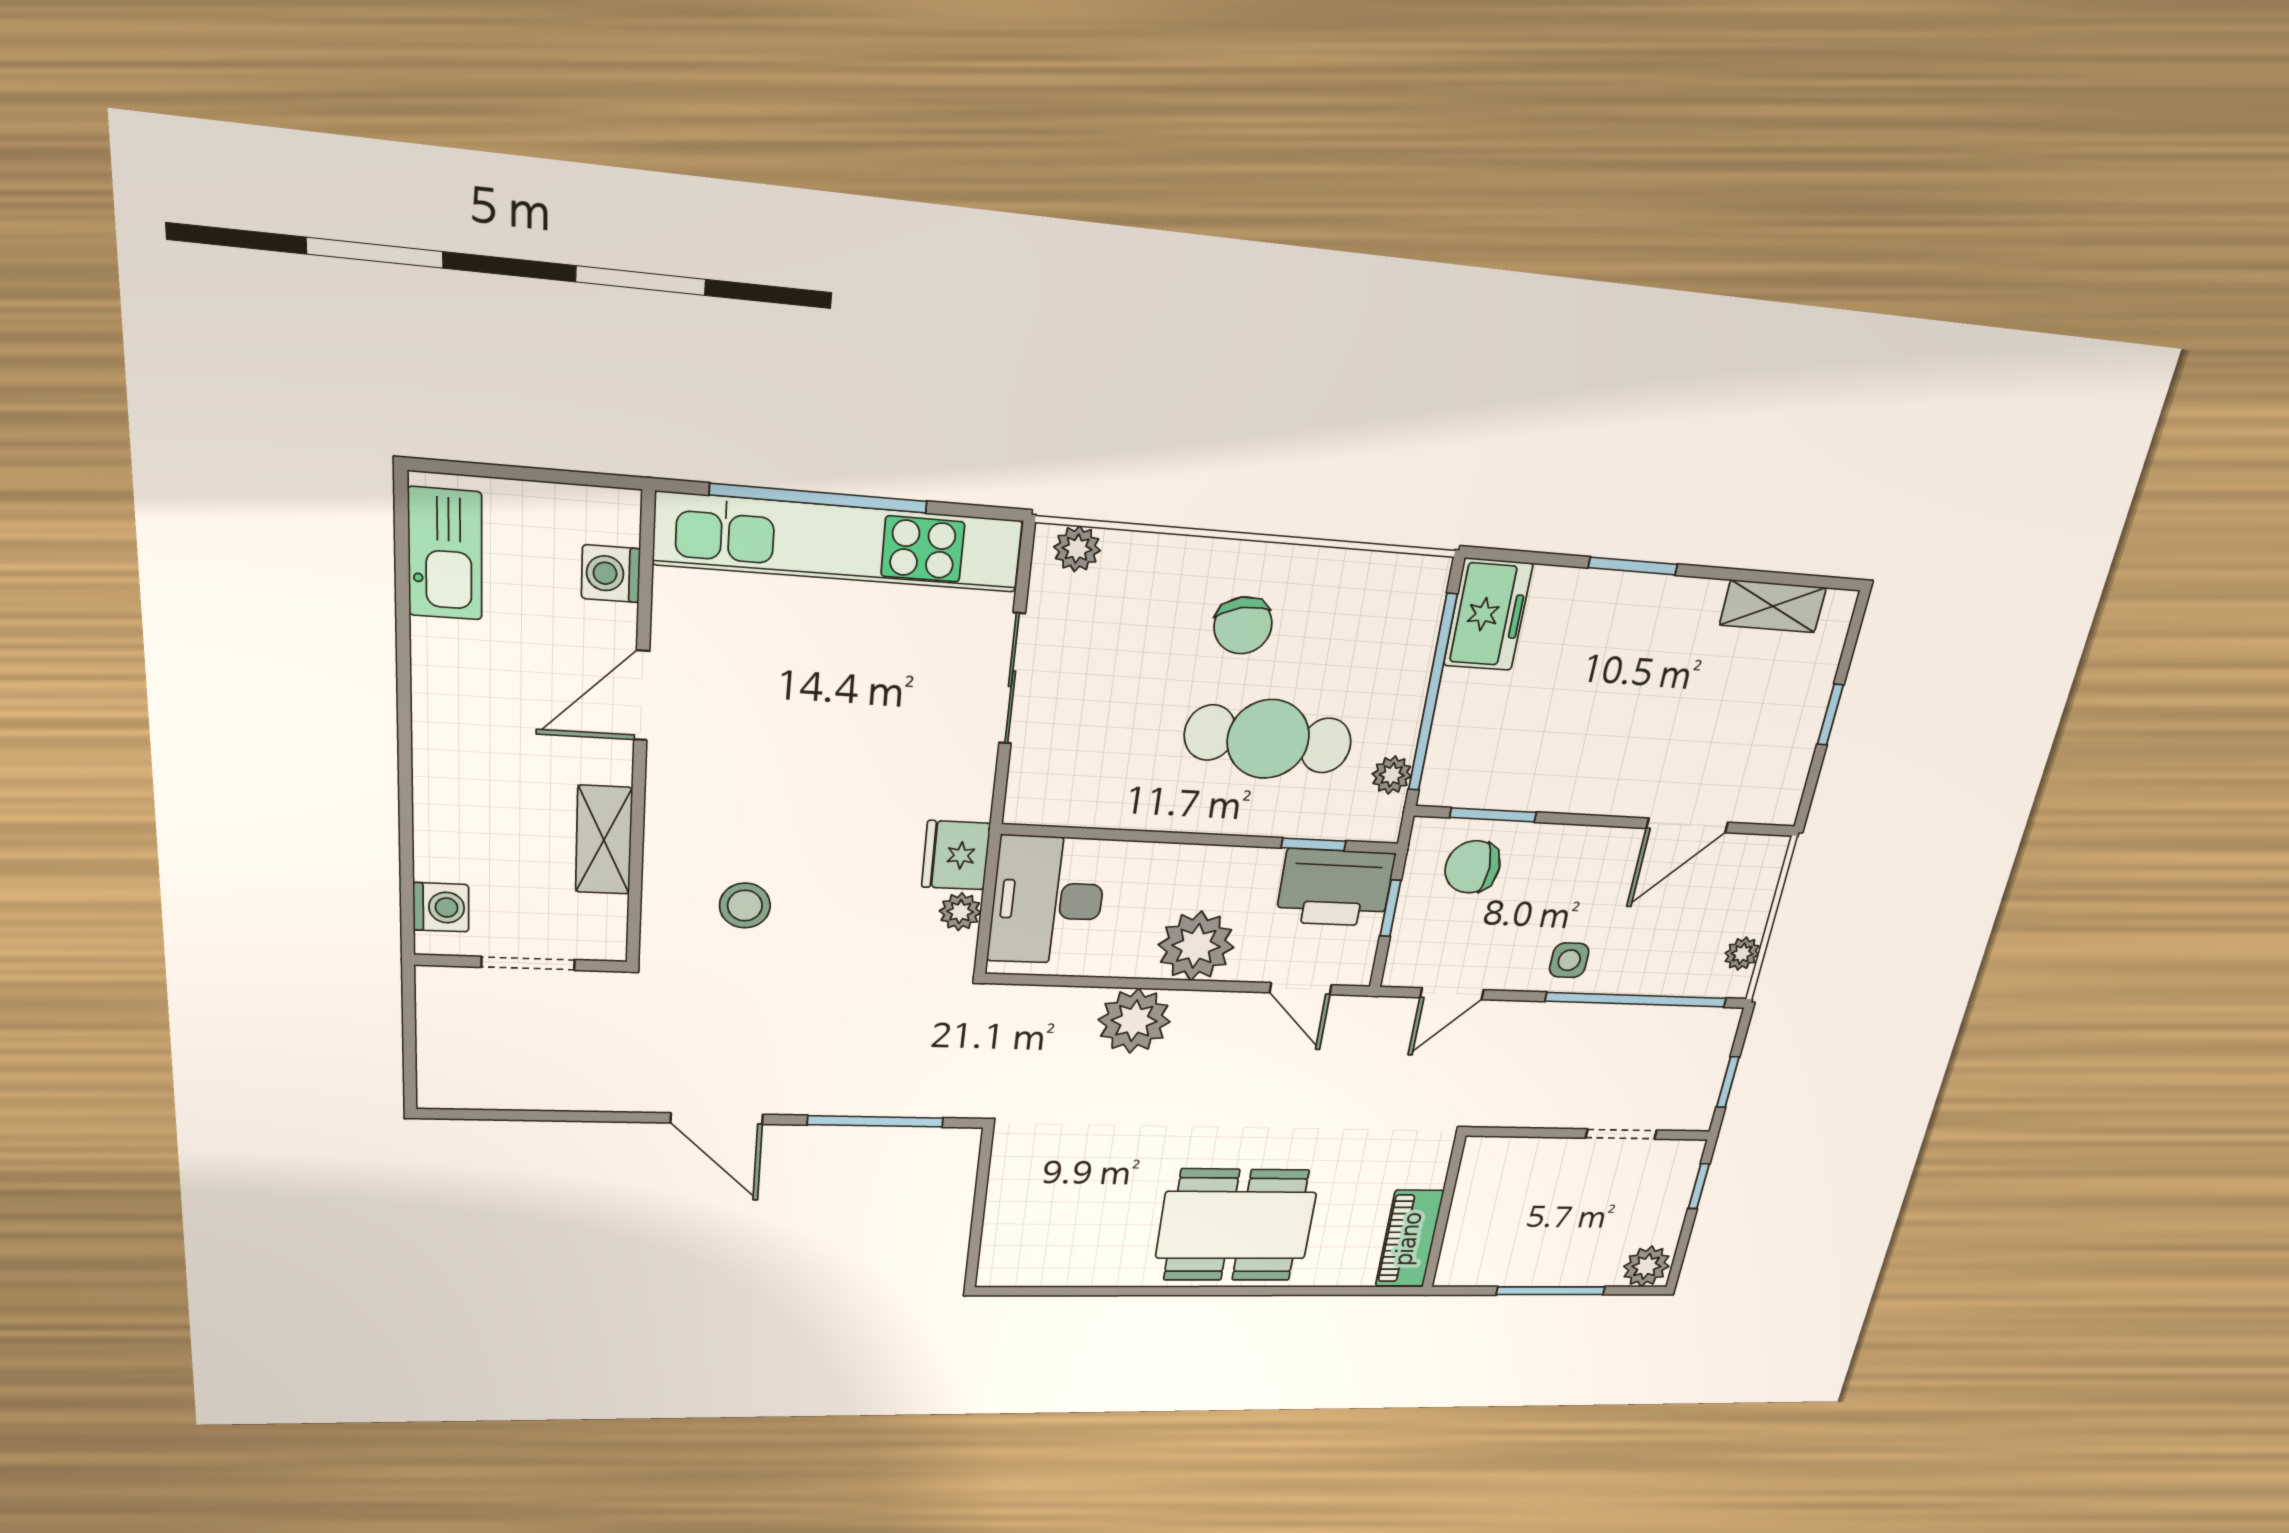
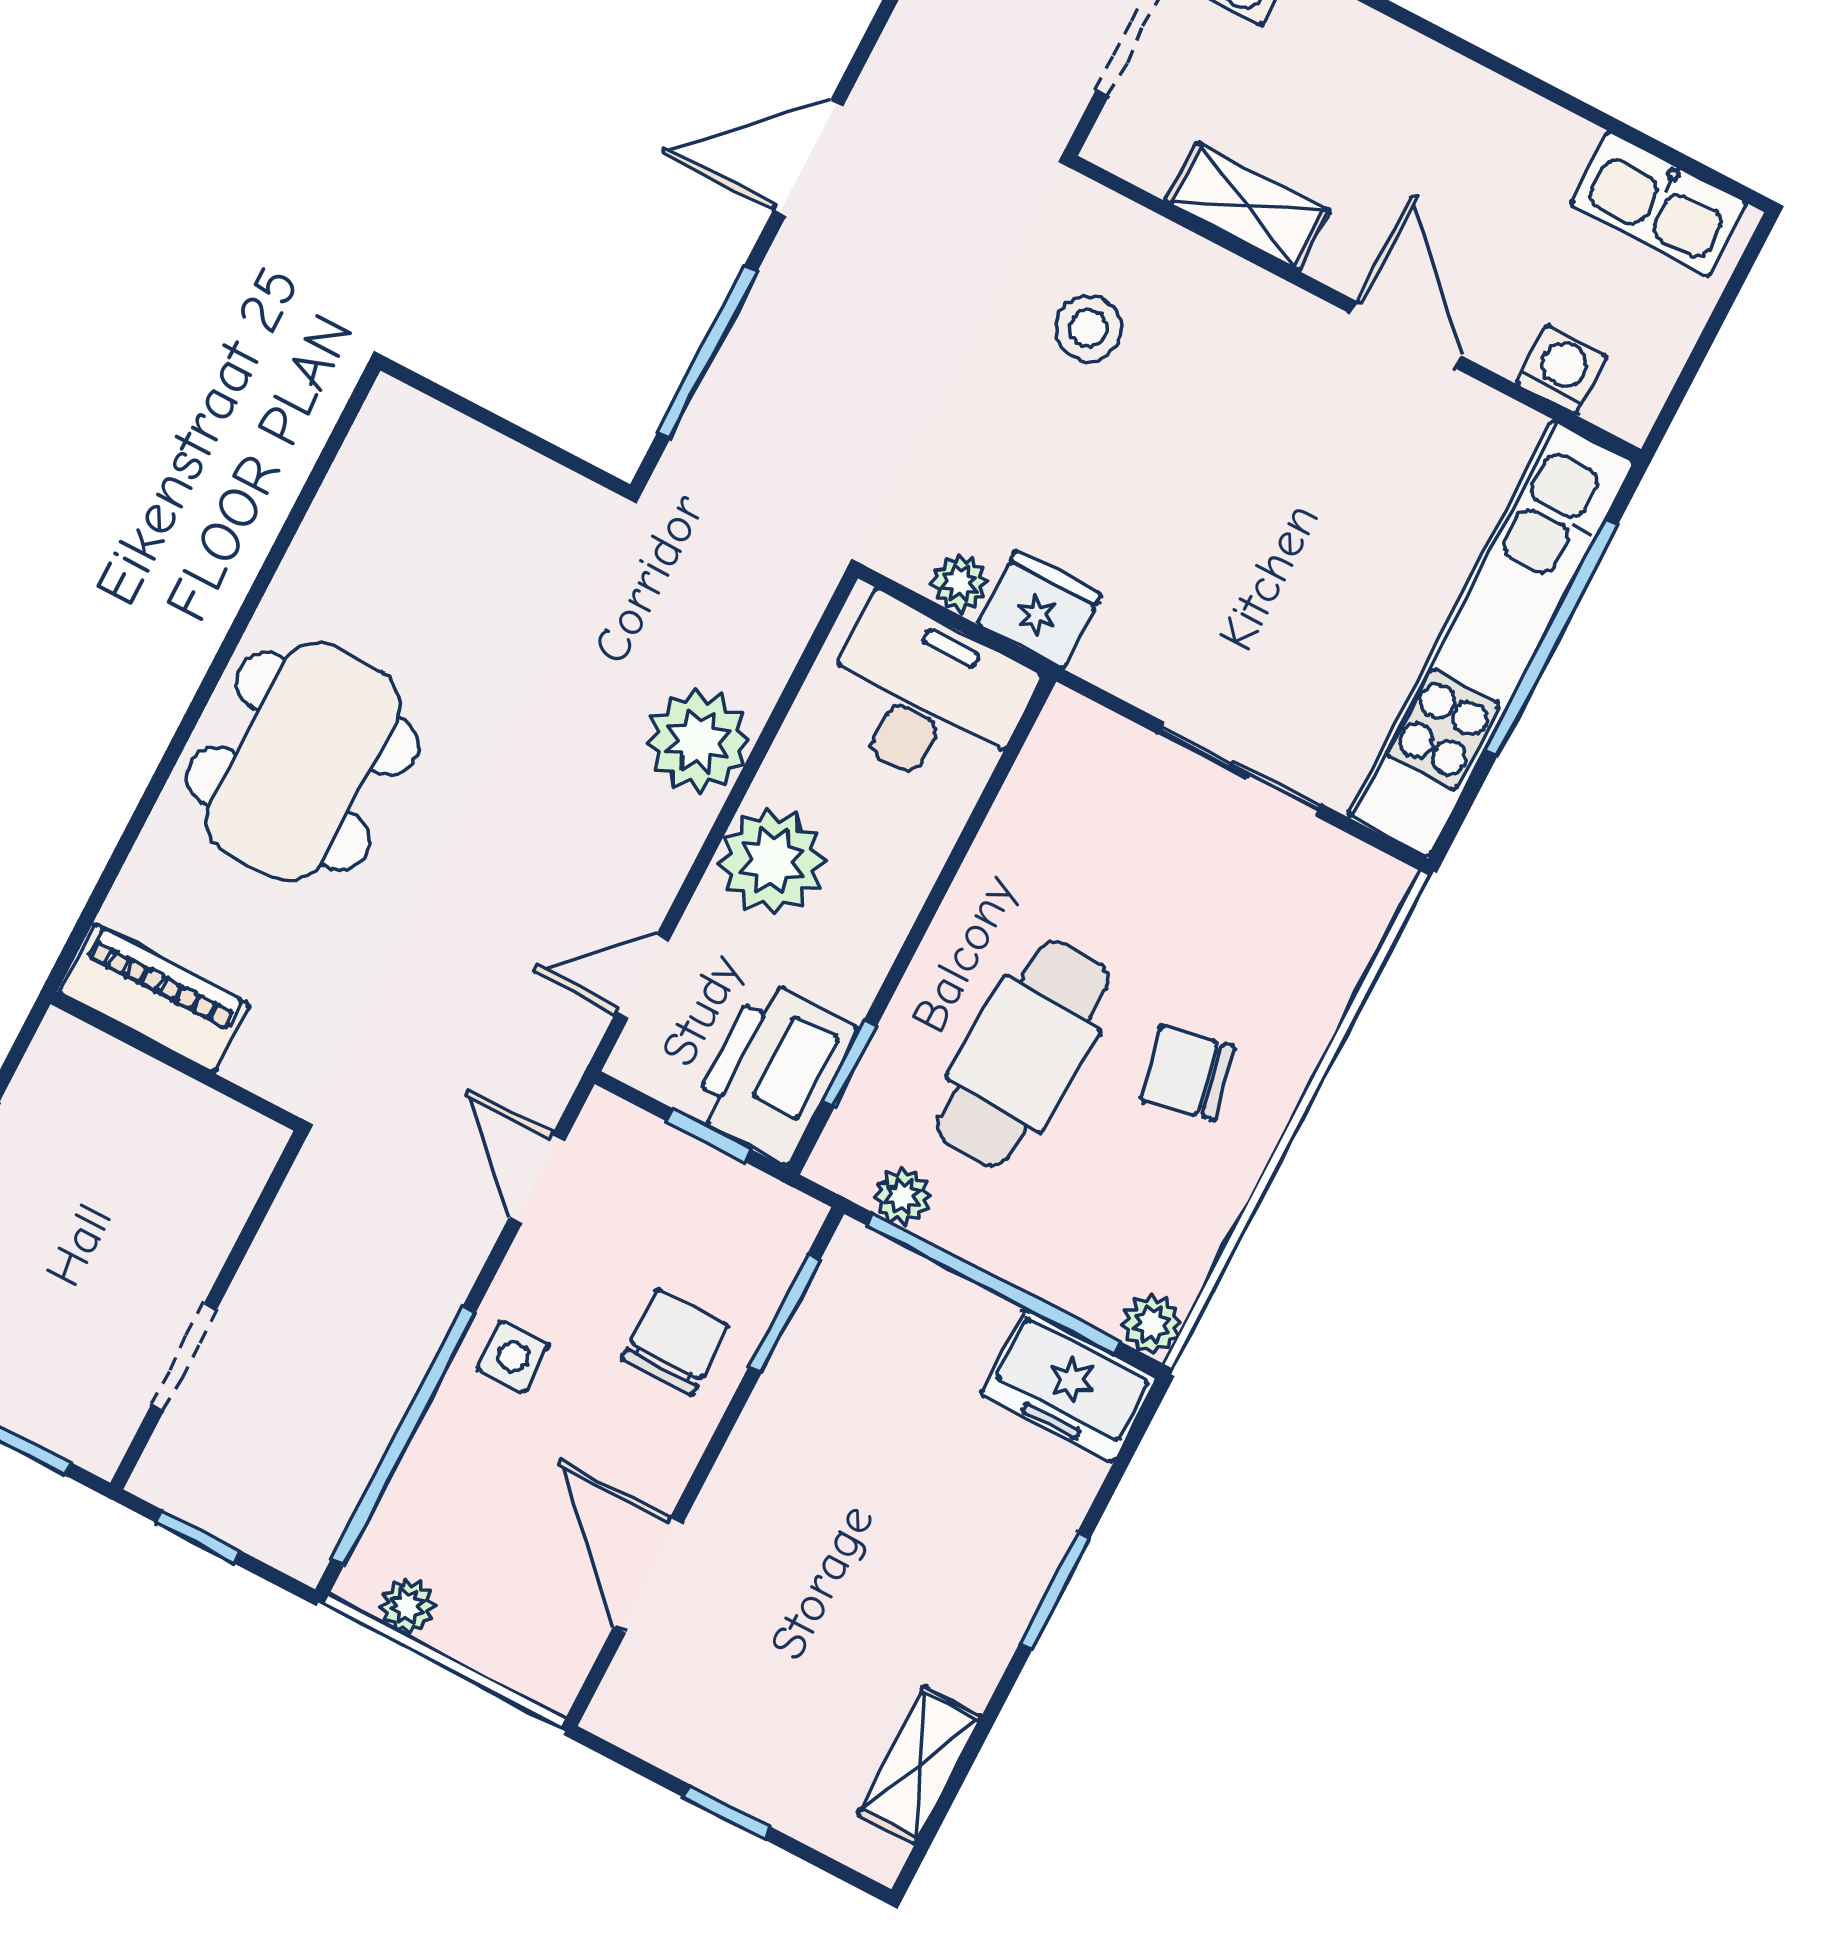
plant: (1077, 549) -> (1152, 1324), moved
chair: (1473, 867) -> (675, 1342), moved

